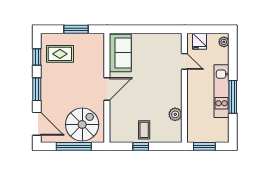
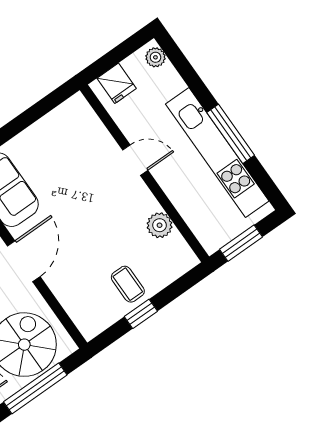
door: (184, 61) -> (135, 160), moved
kitchen unit: (221, 91) -> (217, 152), width x1.36

